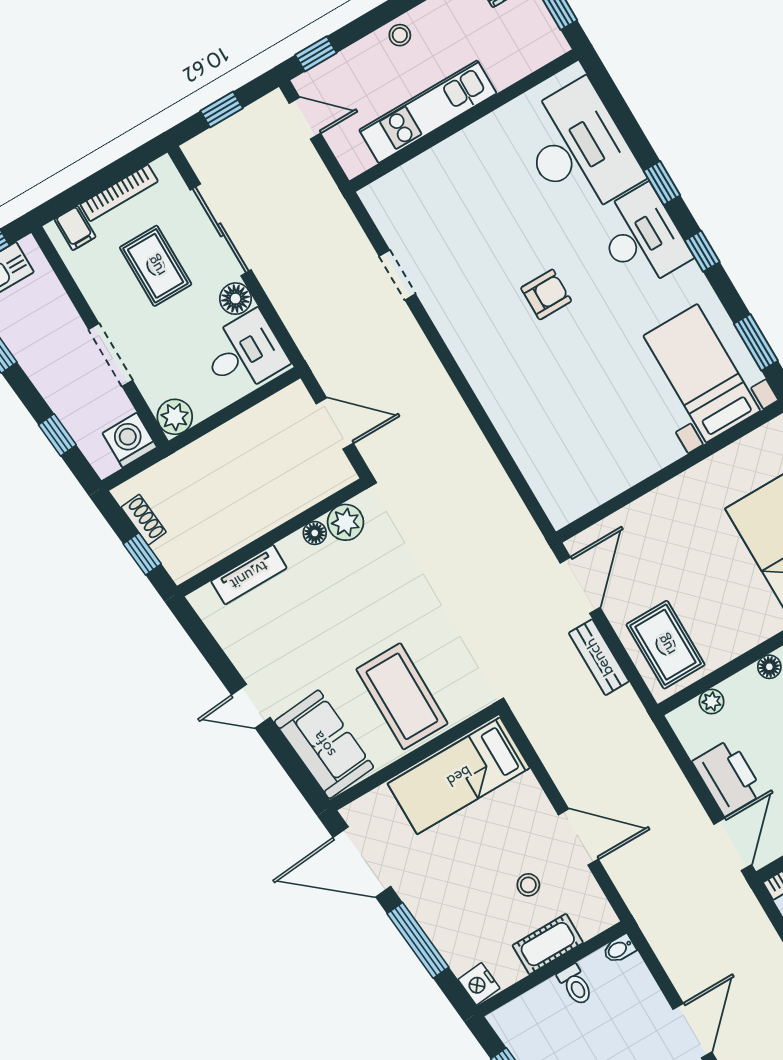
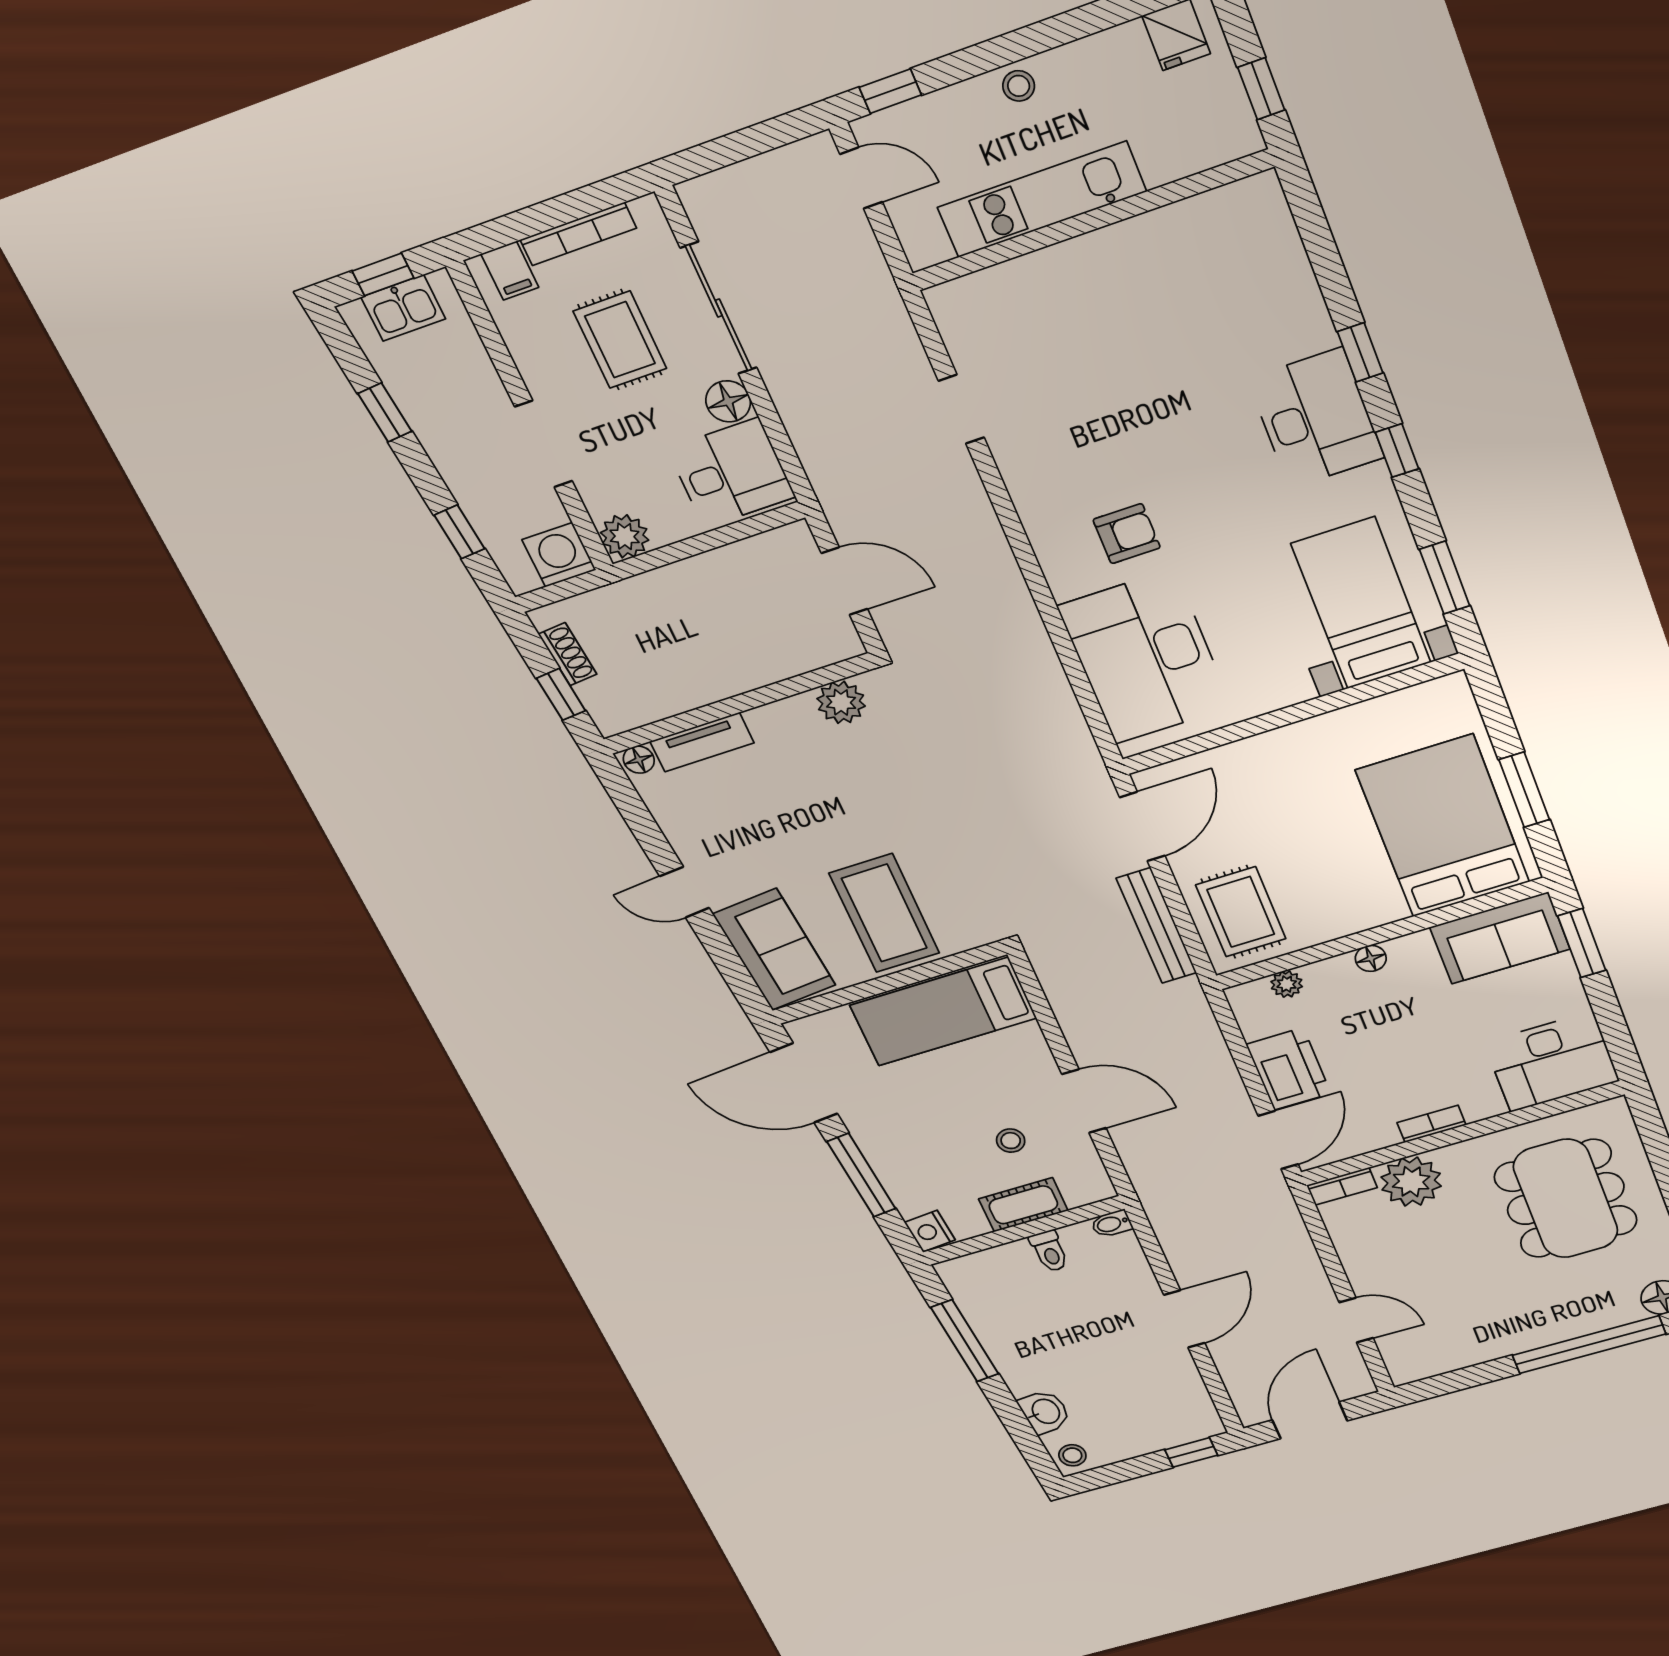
window: (222, 109) -> (741, 145), removed
desk: (578, 149) -> (1145, 657), moved, turned 180
armchair: (546, 294) -> (1127, 534), moved
floor lamp: (315, 533) -> (639, 760), moved
bench: (599, 657) -> (1156, 926), width x1.36

